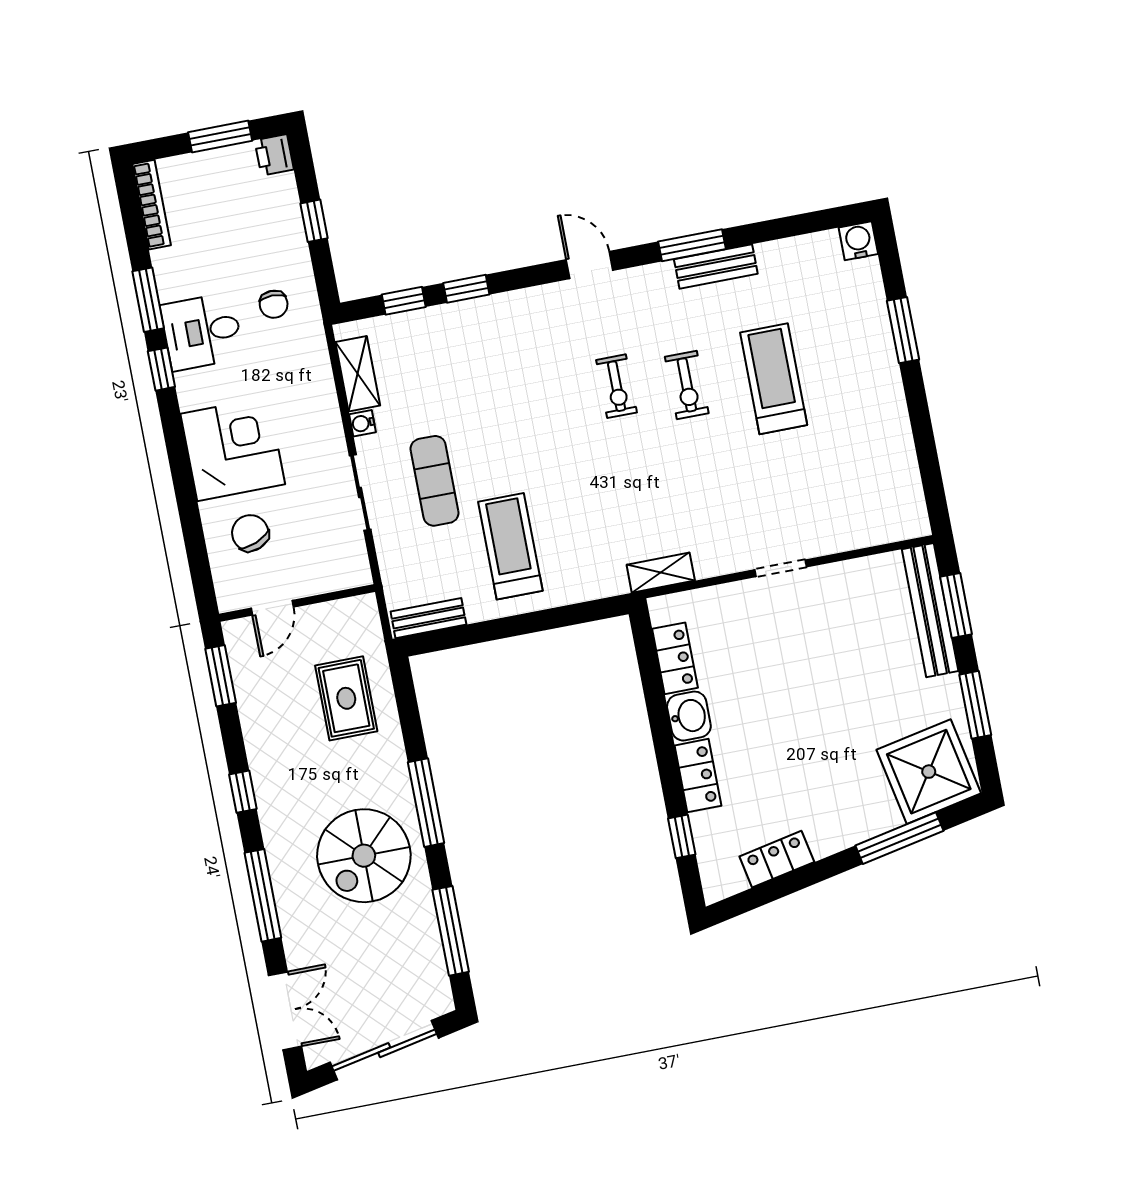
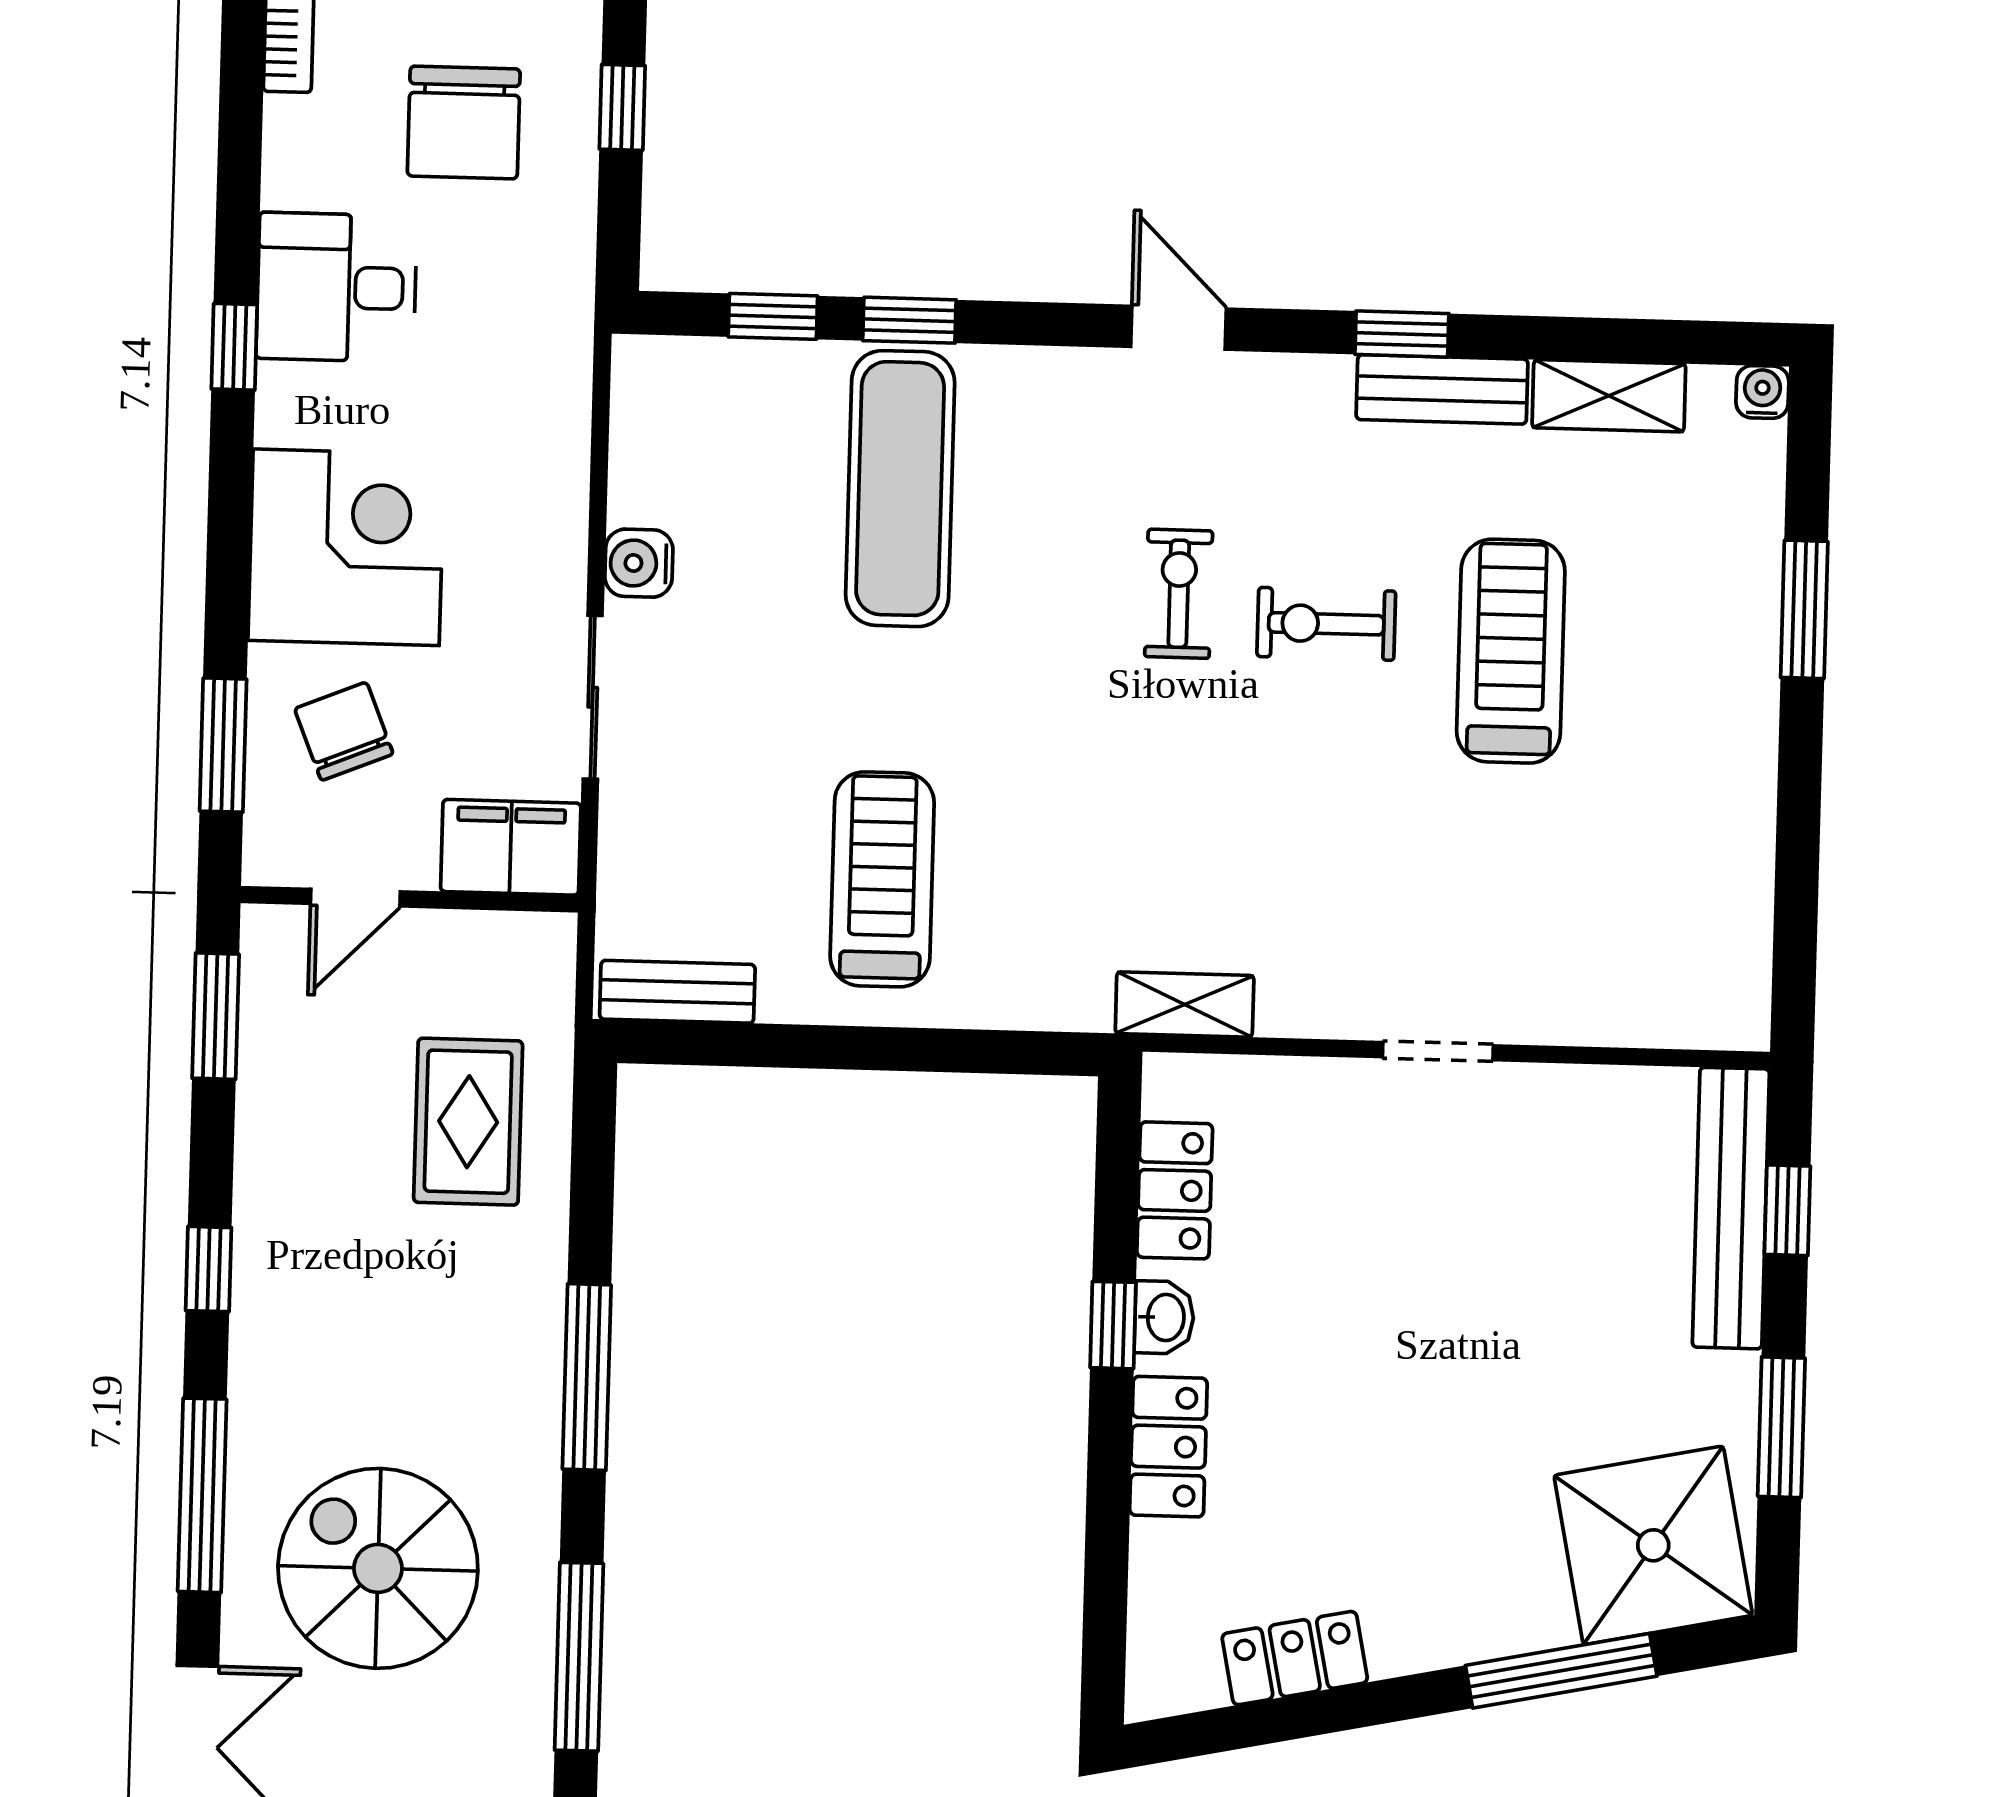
water cooler: (858, 241) -> (1762, 392), width x0.72, depth x0.72
window: (692, 245) -> (1402, 334), width x0.67
window: (148, 300) -> (223, 745), moved
chair: (274, 304) -> (464, 122), moved, width x1.87, depth x1.87
shelving: (358, 374) -> (1609, 396), moved, turned 90
exercise bike: (687, 385) -> (1326, 624), turned 90
exercise bike: (617, 386) -> (1179, 594), turned 180
water cooler: (363, 423) -> (639, 563), width x1.38, depth x1.38
exercise mat: (435, 481) -> (900, 489), moved, width x1.36, depth x1.45
filing cabinet: (338, 569) -> (511, 847), added
window: (956, 605) -> (1787, 1210), width x0.67
washbasin: (689, 716) -> (1164, 1317), width x0.72, depth x0.69
window: (682, 836) -> (1113, 1325), moved
spiral stairs: (364, 856) -> (378, 1568), moved, turned 90

